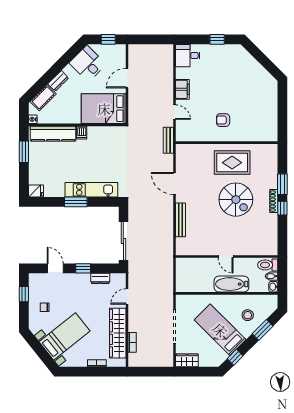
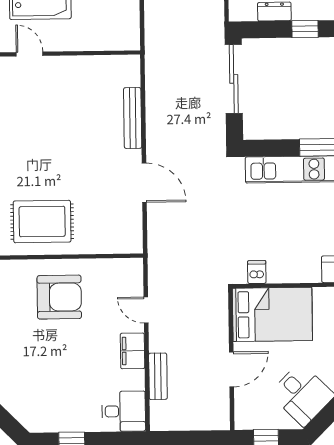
armchair: (223, 120) -> (59, 297), width x1.88, depth x1.88
dishwasher: (82, 133) -> (257, 272), moved
bench: (168, 140) -> (158, 376), moved
spiral stairs: (236, 200) -> (34, 156), removed
door: (226, 257) -> (30, 54), moved

